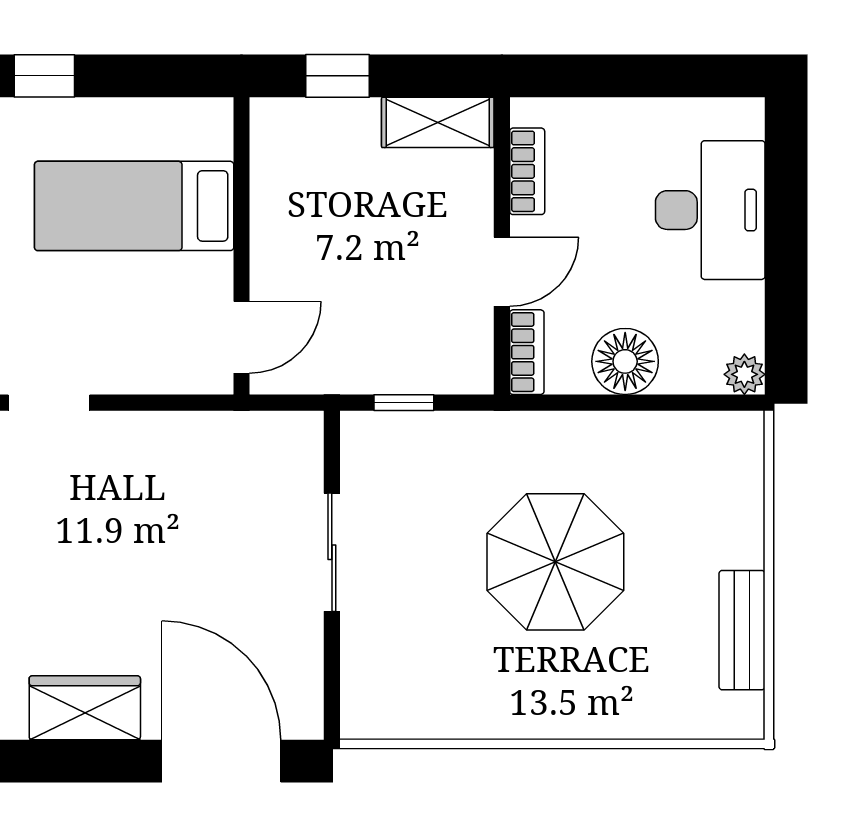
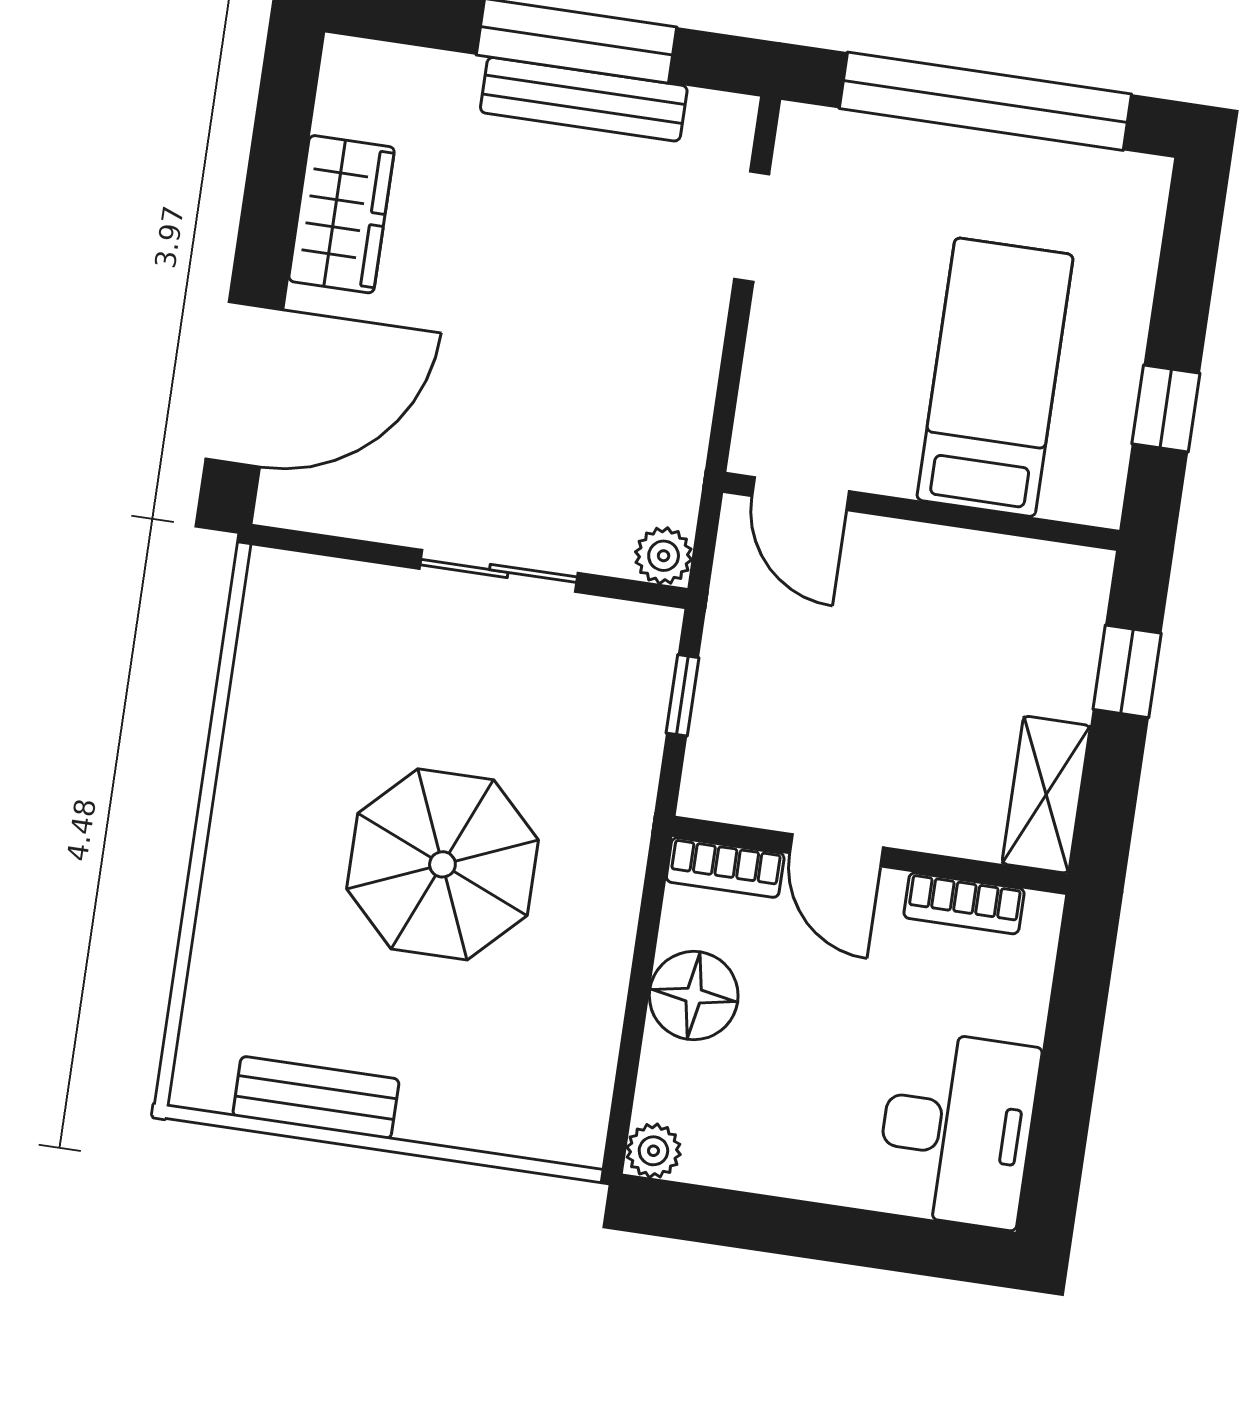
window: (44, 76) -> (1166, 408), moved
desk: (710, 210) -> (957, 1129), moved, turned -90
plant: (303, 432) -> (664, 556), added

